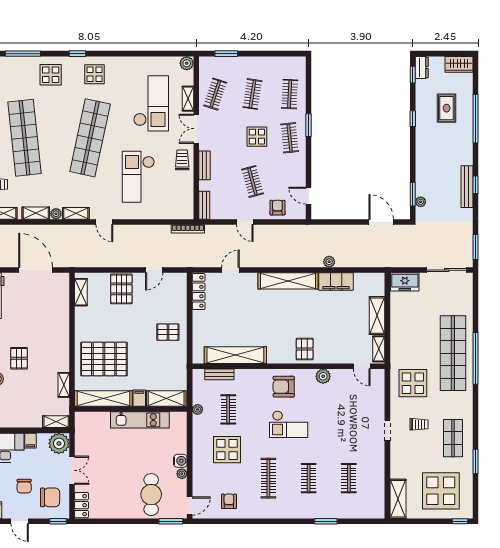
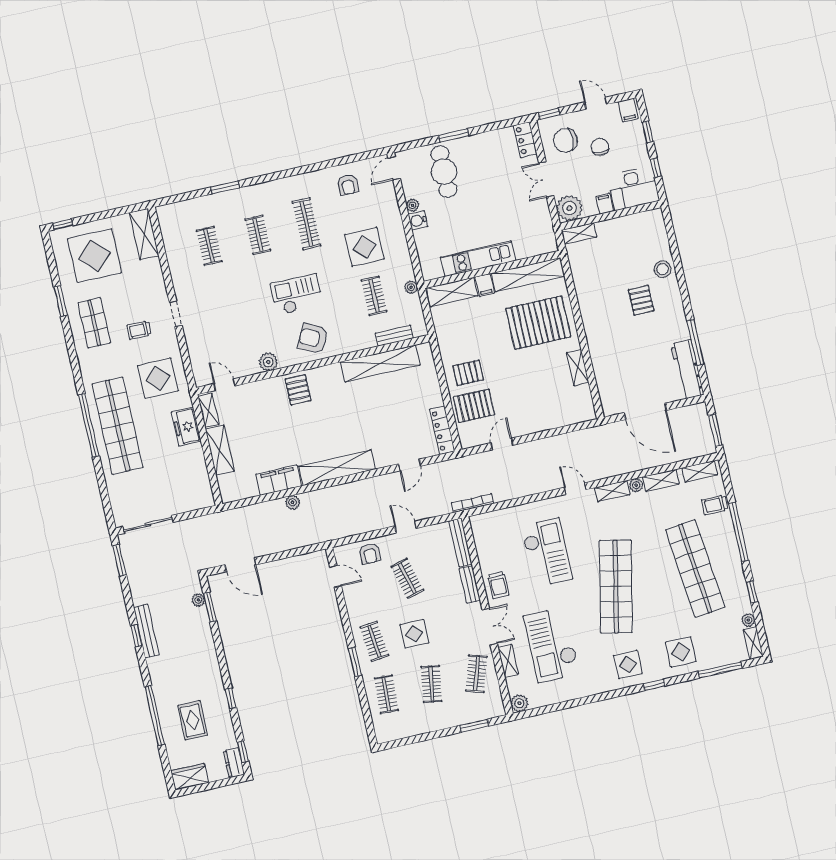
bench: (204, 205) -> (460, 542), width x1.36
freezer: (405, 282) -> (186, 427), moved, turned -90
pallet: (121, 289) -> (474, 406), moved, turned 90
shelving: (81, 292) -> (578, 368), moved
shelving: (64, 385) -> (580, 280), removed
armchair: (284, 387) -> (313, 339), turned -153
window: (171, 521) -> (454, 135), moved

